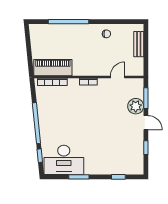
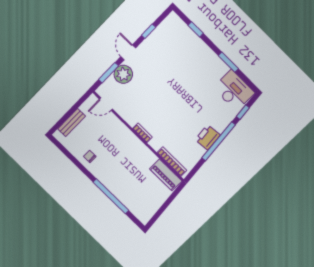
piano: (53, 68) -> (166, 175), width x0.73, depth x0.75
door: (118, 77) -> (106, 104), moved
printer: (46, 119) -> (208, 137), added
desk: (64, 160) -> (234, 90), width x0.73, depth x0.77

